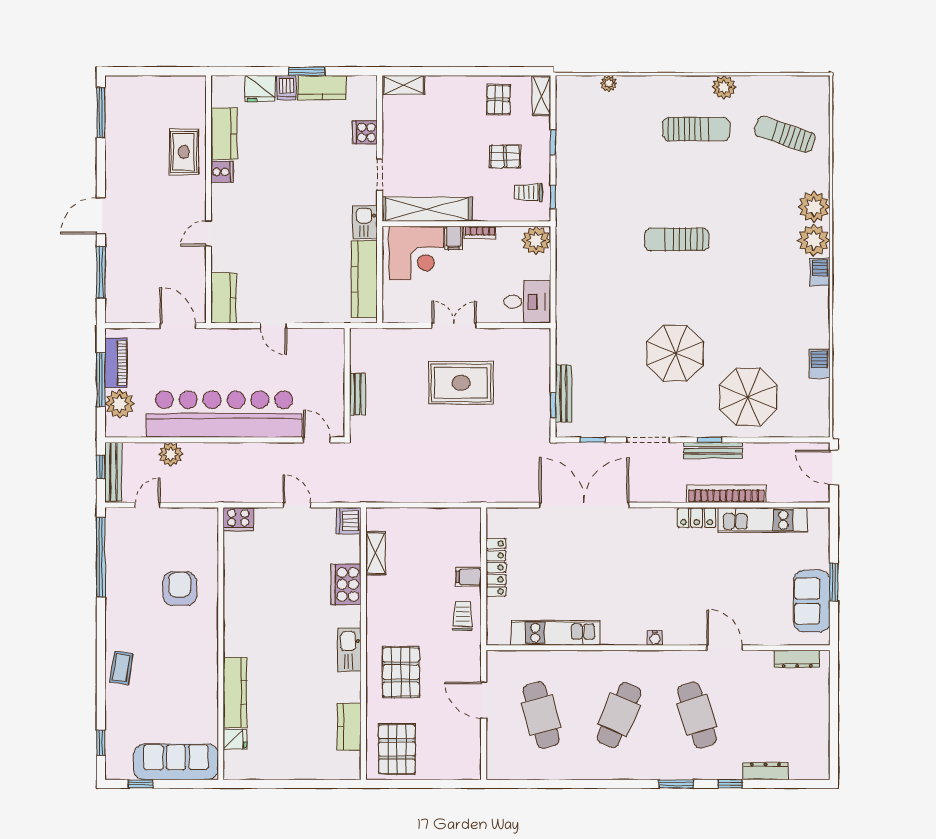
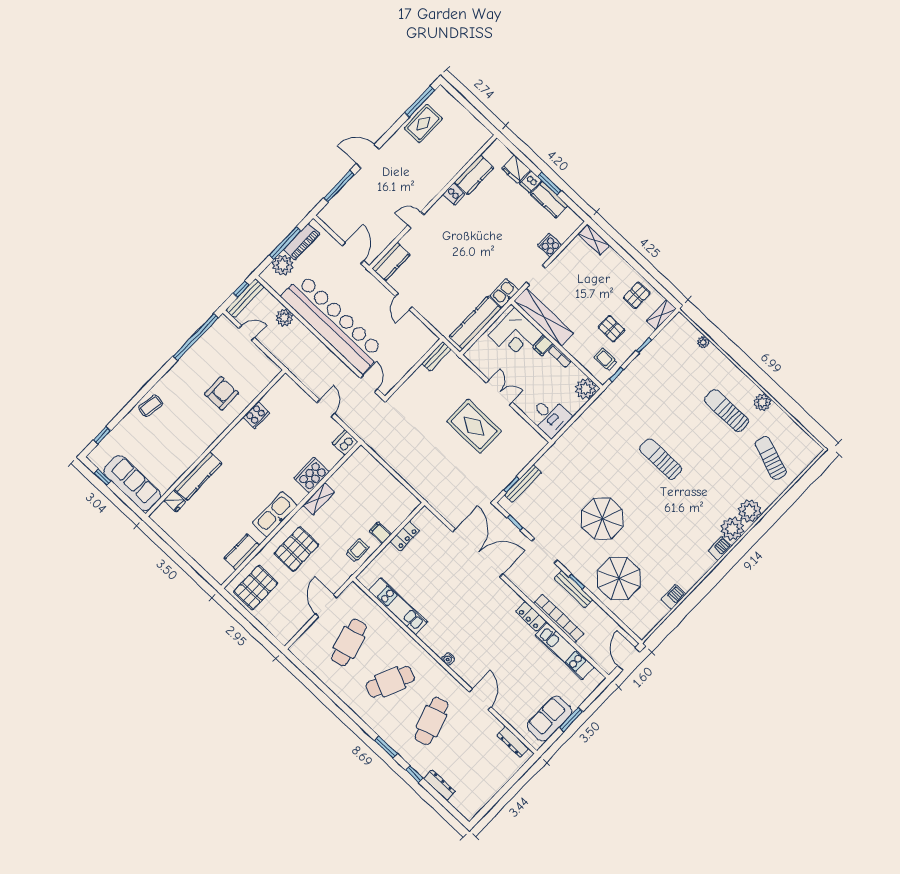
sun lounger: (696, 129) -> (727, 411), turned 180
rug: (184, 152) -> (423, 123), moved
bench: (358, 394) -> (436, 356), moved
cooker: (238, 519) -> (256, 415), moved, turned -90
shelving: (376, 553) -> (319, 499), moved
locker: (496, 567) -> (405, 536), width x0.66
kitchen sink: (349, 650) -> (275, 514), width x1.36, depth x1.24

